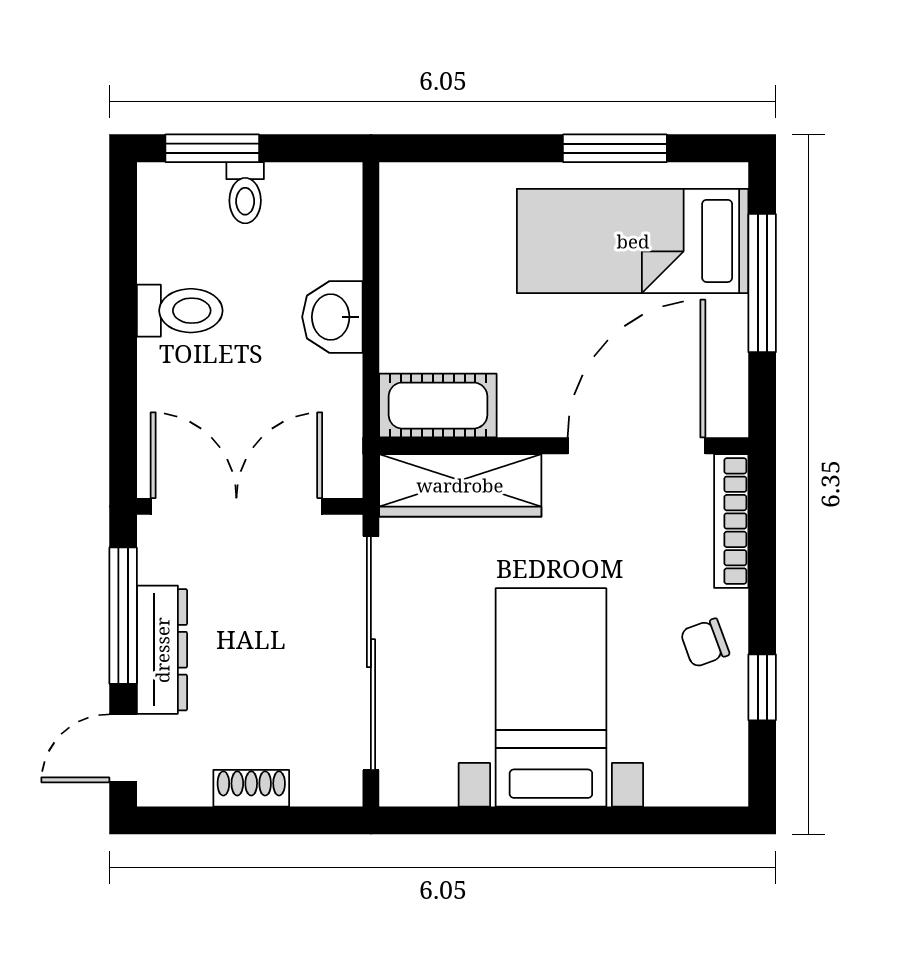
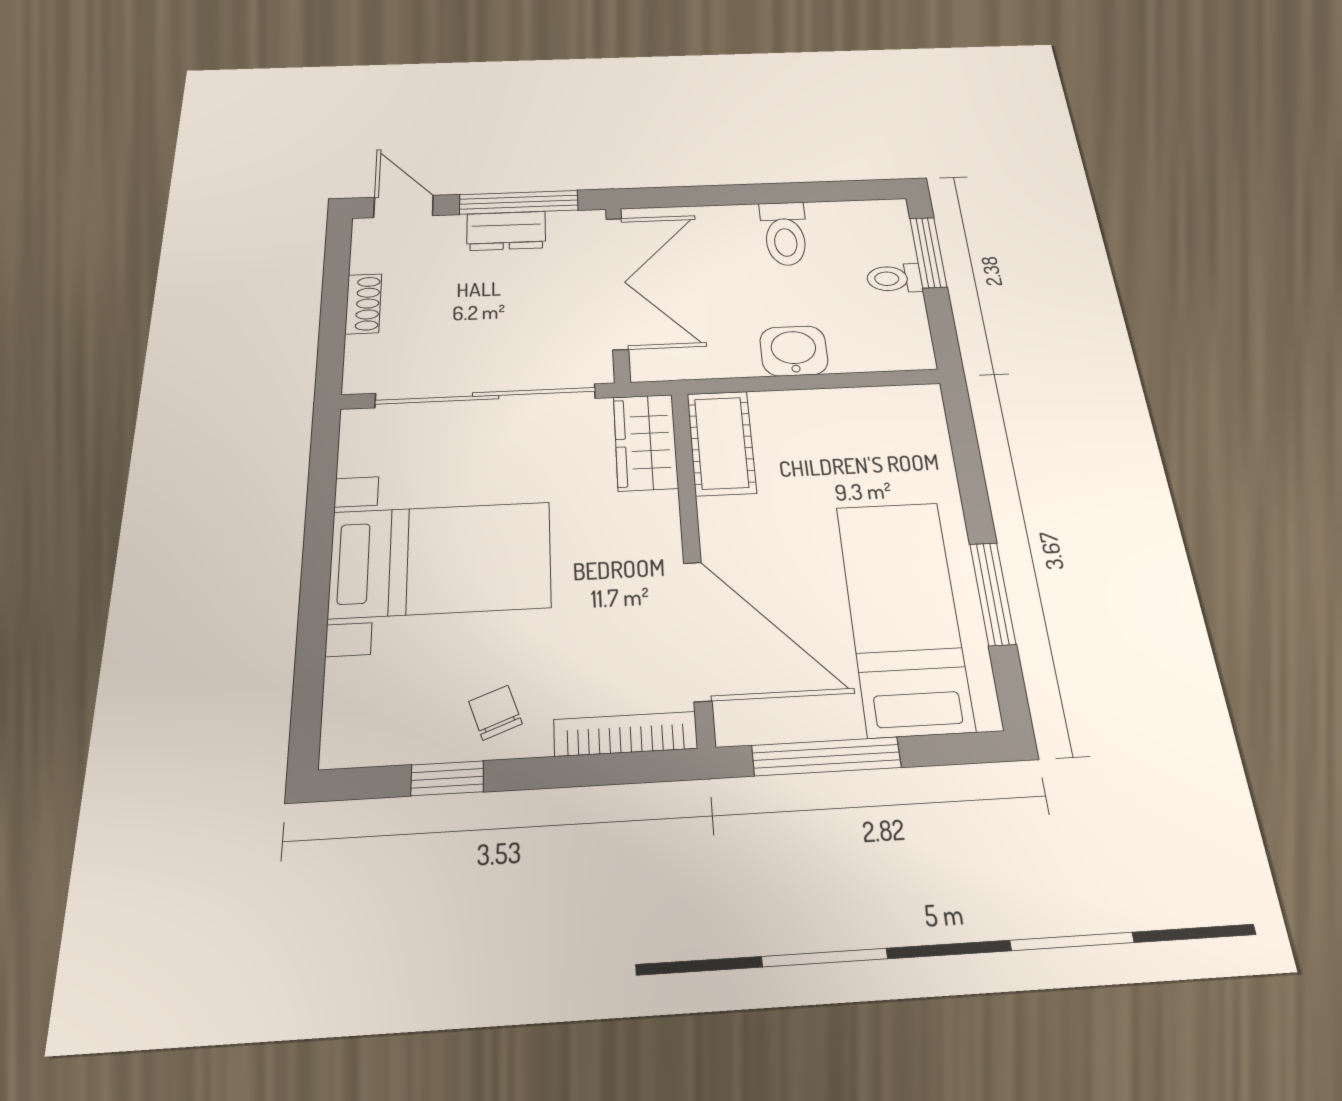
window: (762, 283) -> (826, 756), moved
wardrobe: (460, 485) -> (646, 442), width x0.67
dresser: (162, 650) -> (506, 231), width x0.70

